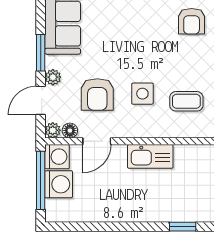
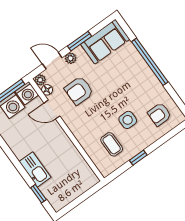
side table: (142, 94) -> (128, 120), moved
kitchen sink: (150, 156) -> (35, 169), moved, turned 180

